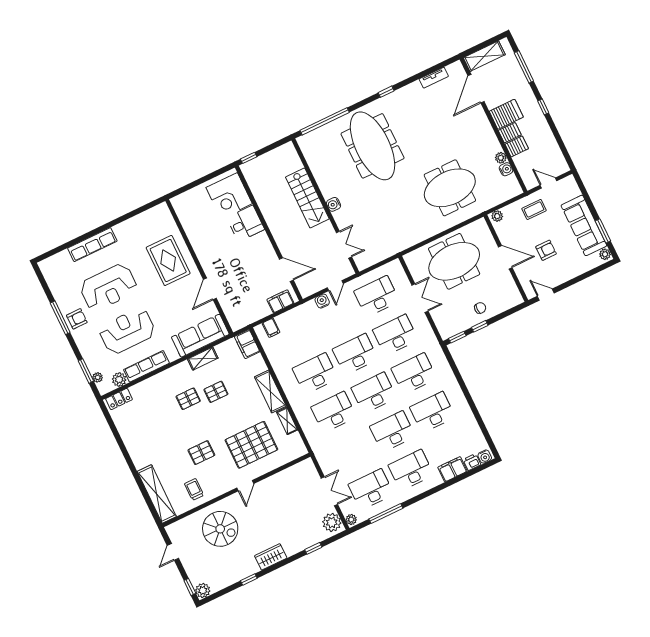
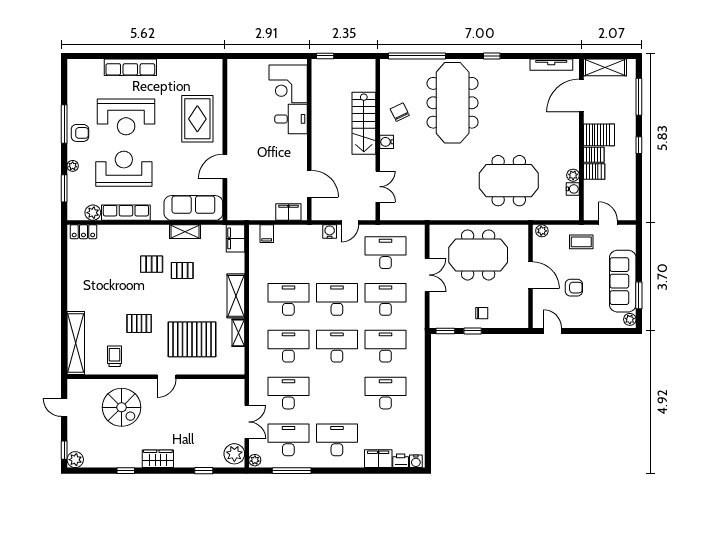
tv unit: (434, 78) -> (551, 65), width x1.41
chair: (333, 175) -> (400, 112), added
plant: (98, 377) -> (73, 166), moved
desk: (392, 431) -> (288, 393), moved
door: (173, 552) -> (64, 408), hinge flipped

